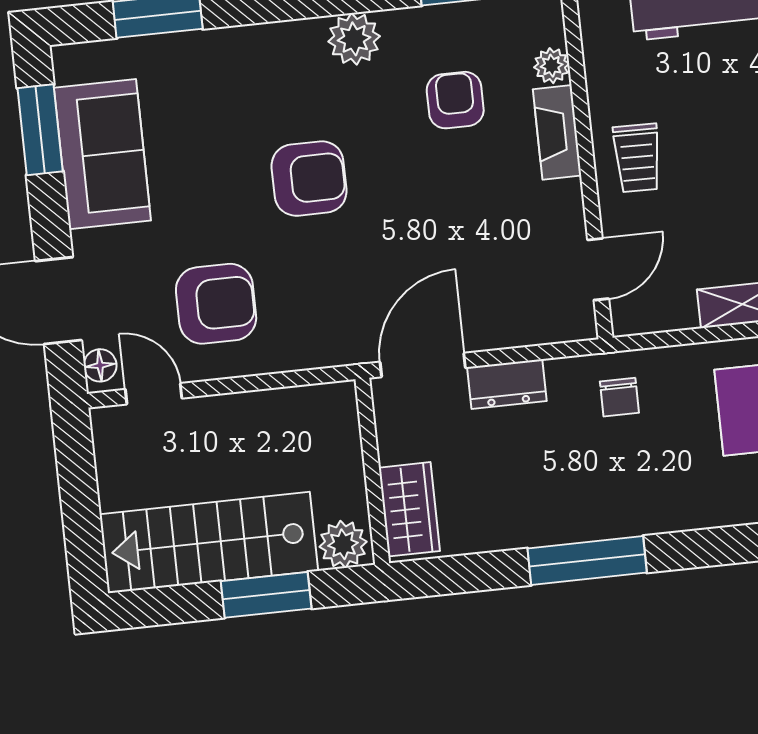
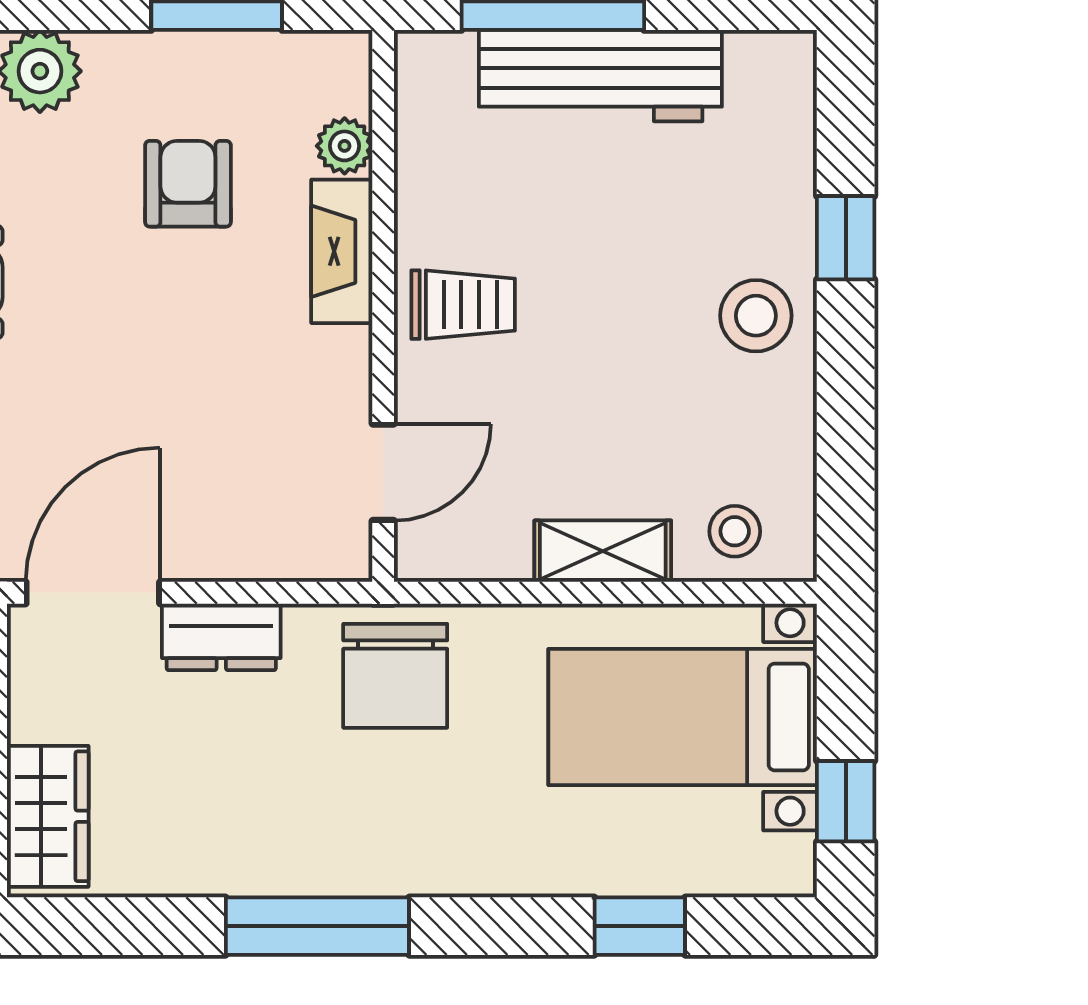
trolley: (637, 158) -> (463, 305), turned -91
chair: (619, 397) -> (395, 676), width x1.87, depth x1.87

